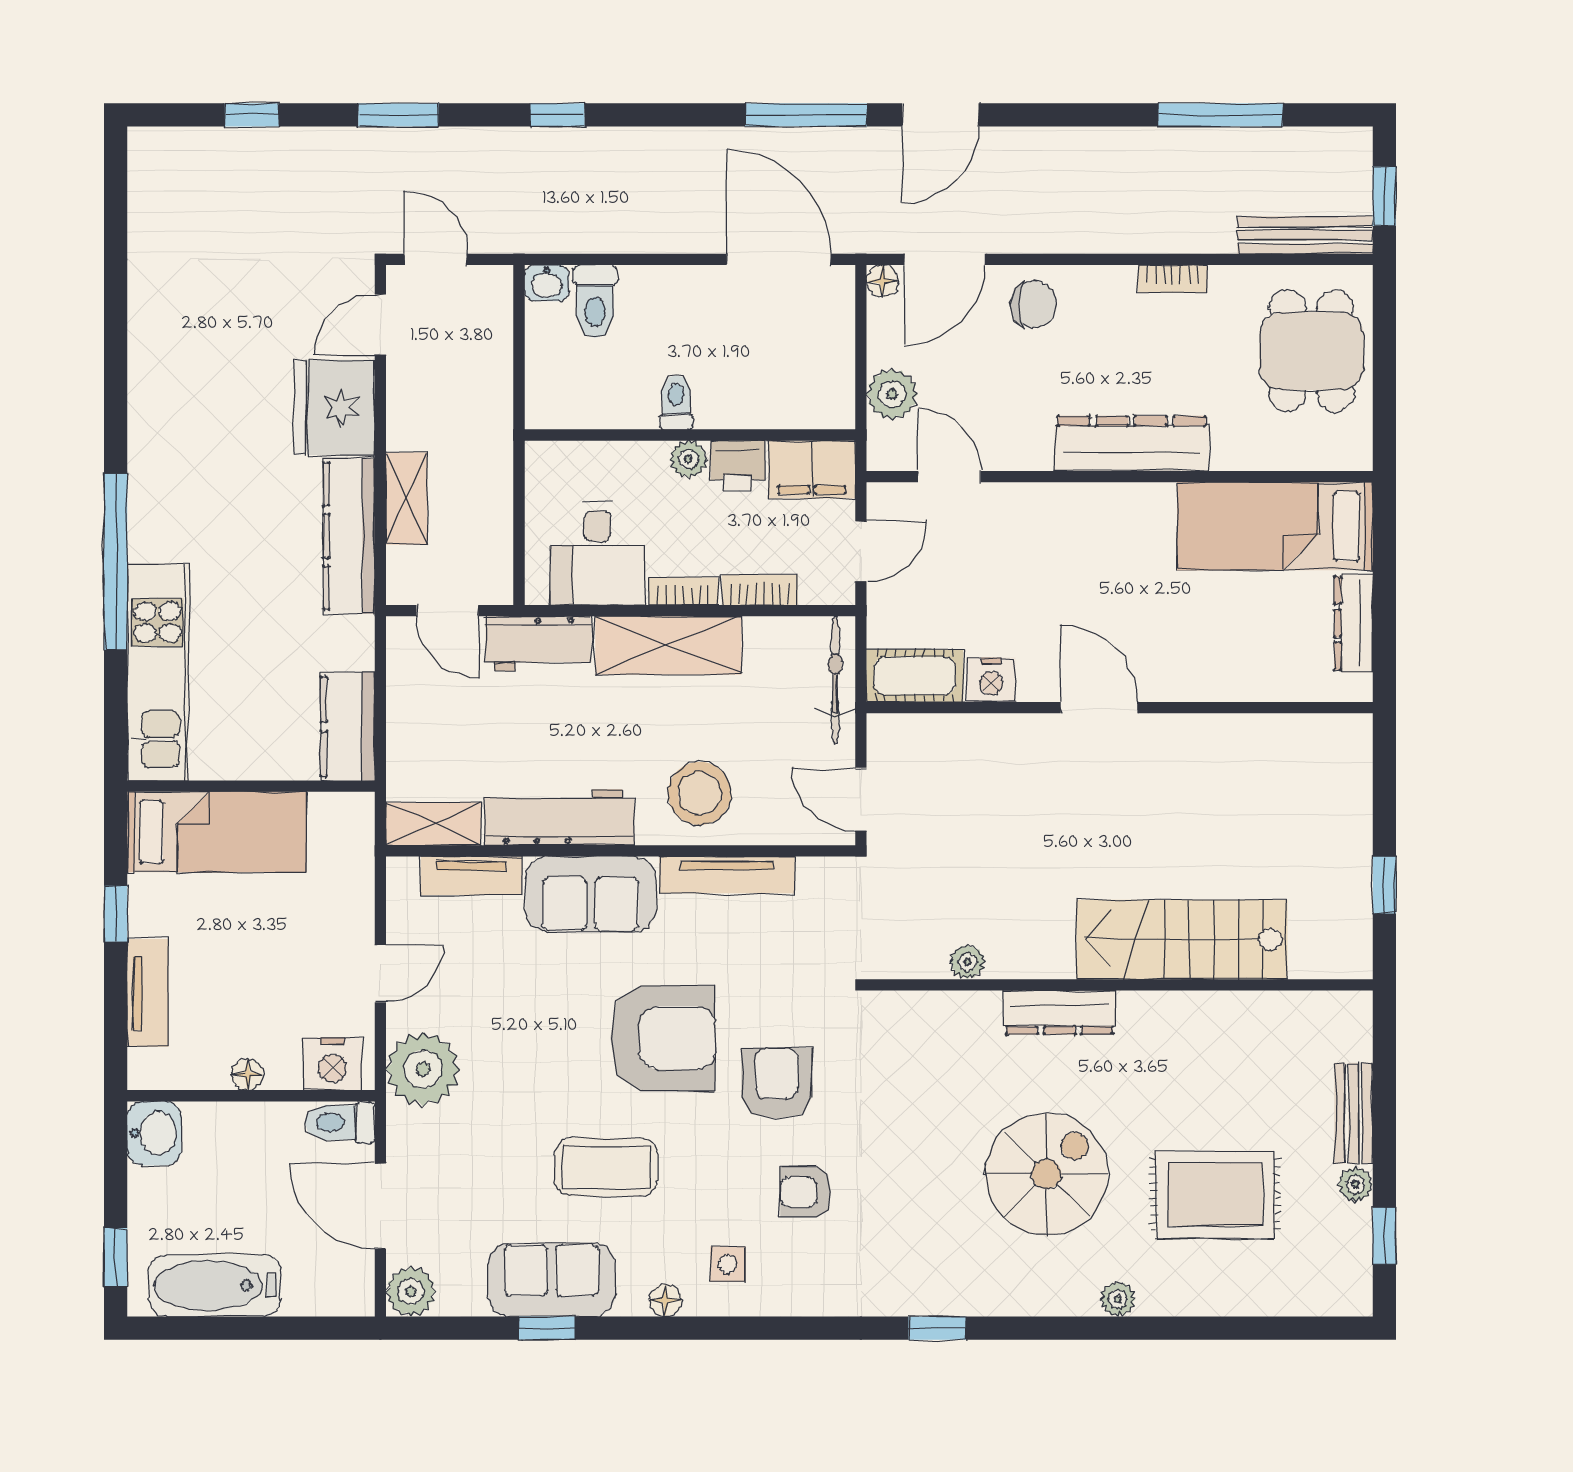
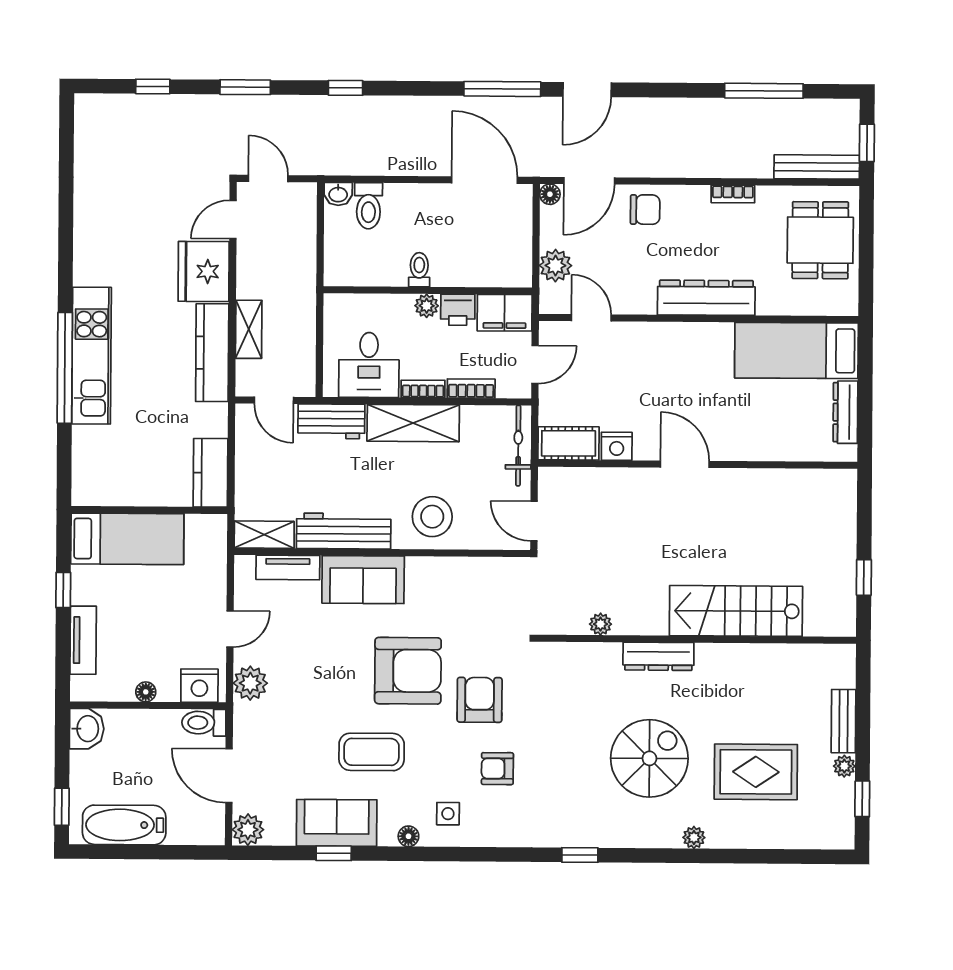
kitchen unit: (158, 672) -> (91, 356), moved
tv unit: (727, 875) -> (449, 568), removed
plant: (423, 1069) -> (250, 683), width x0.73, depth x0.73

